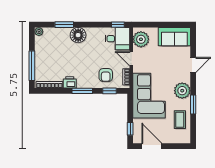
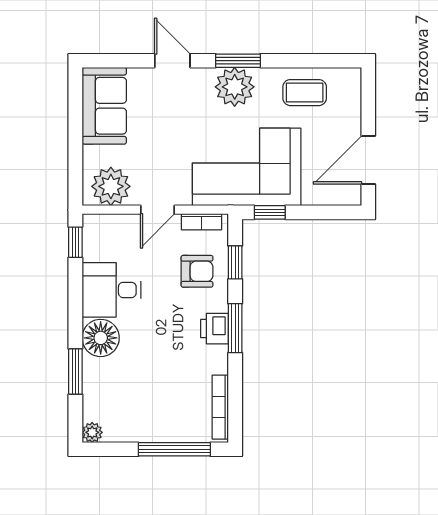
desk: (117, 39) -> (111, 290), moved, turned -90
printer: (70, 82) -> (215, 329), moved
window: (193, 105) -> (238, 61), moved
window: (130, 129) -> (270, 212), moved

